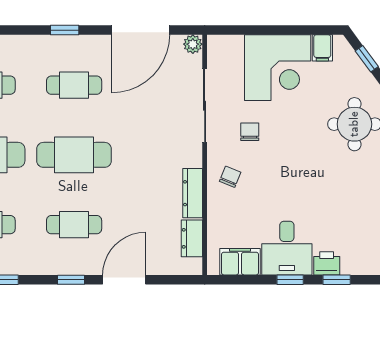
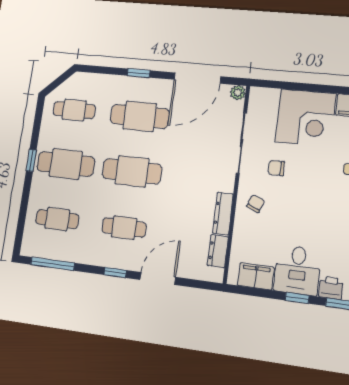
cafe table: (74, 85) -> (140, 116), width x1.37, depth x1.35
chair: (250, 132) -> (276, 168), turned -90

